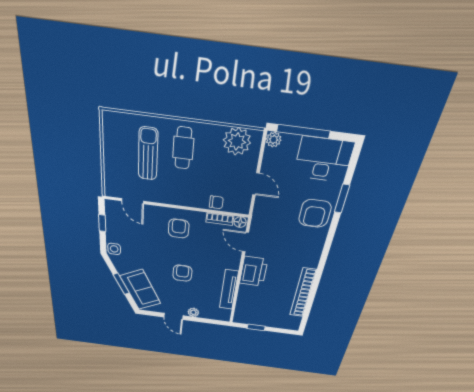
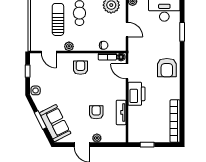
plant: (164, 197) -> (69, 46), added
armchair: (315, 213) -> (167, 68), moved
armchair: (182, 273) -> (96, 112), moved
tv unit: (229, 290) -> (121, 112), width x0.71
bookcase: (303, 293) -> (175, 121), moved

